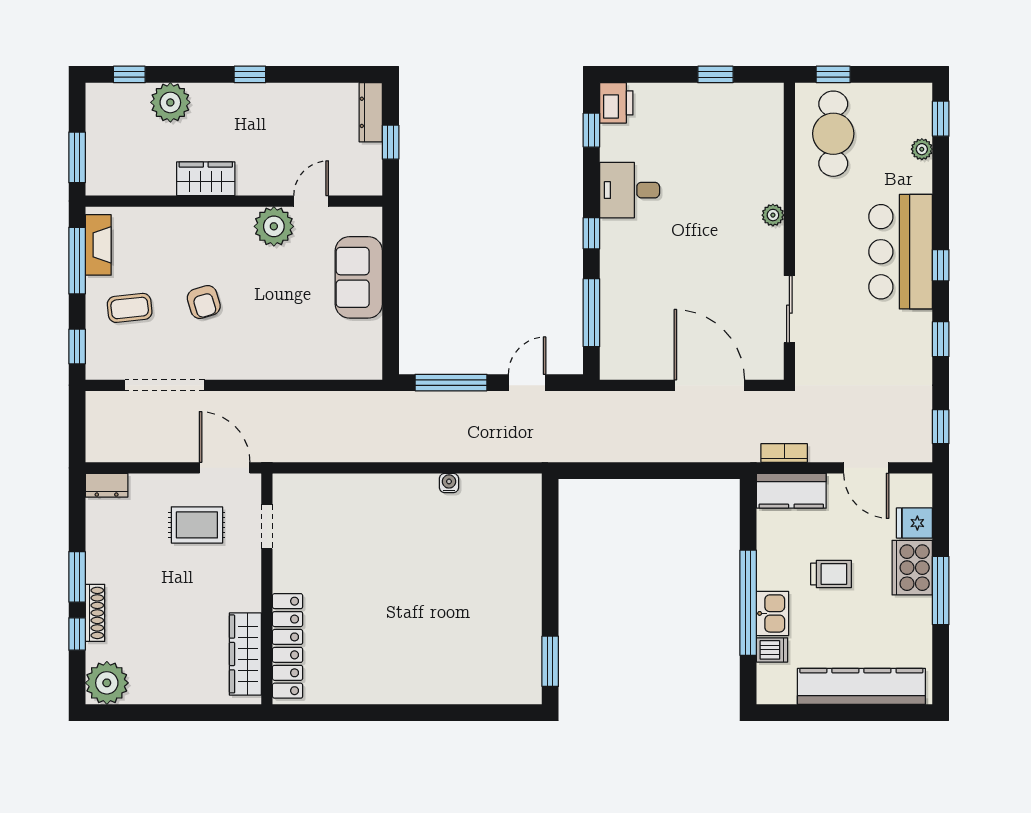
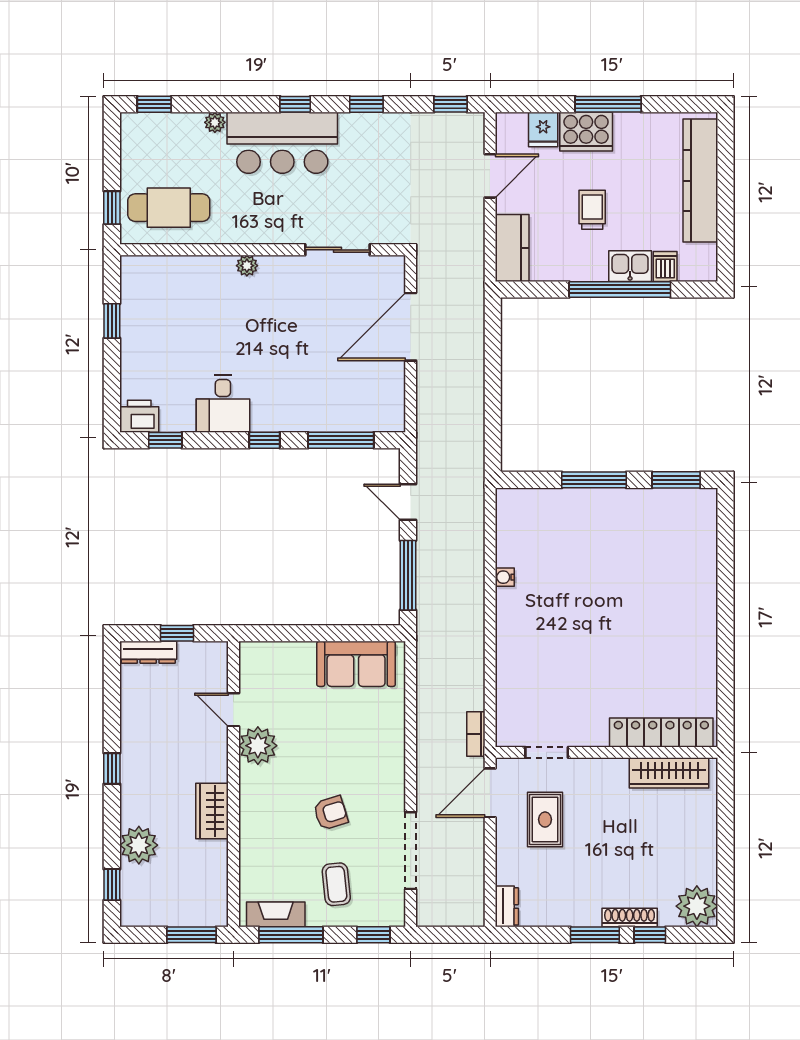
plant: (922, 149) -> (215, 122), moved
sofa: (359, 277) -> (356, 664), moved
bookcase: (784, 453) -> (476, 734), moved
window: (550, 576) -> (594, 480), added

